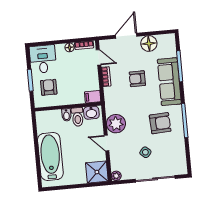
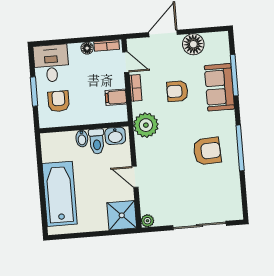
sofa: (169, 82) -> (219, 87), width x0.73
filing cabinet: (93, 97) -> (116, 97), moved
plant: (116, 124) -> (146, 125), moved
side table: (145, 152) -> (187, 190), removed

